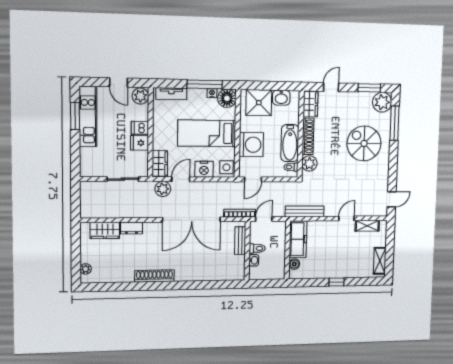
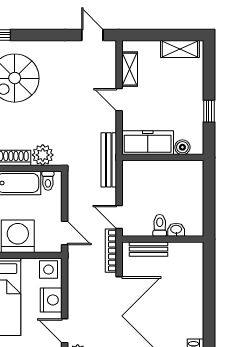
freezer: (298, 239) -> (148, 143), moved
wall: (287, 250) -> (163, 157), moved
boiler: (294, 264) -> (182, 147), moved

